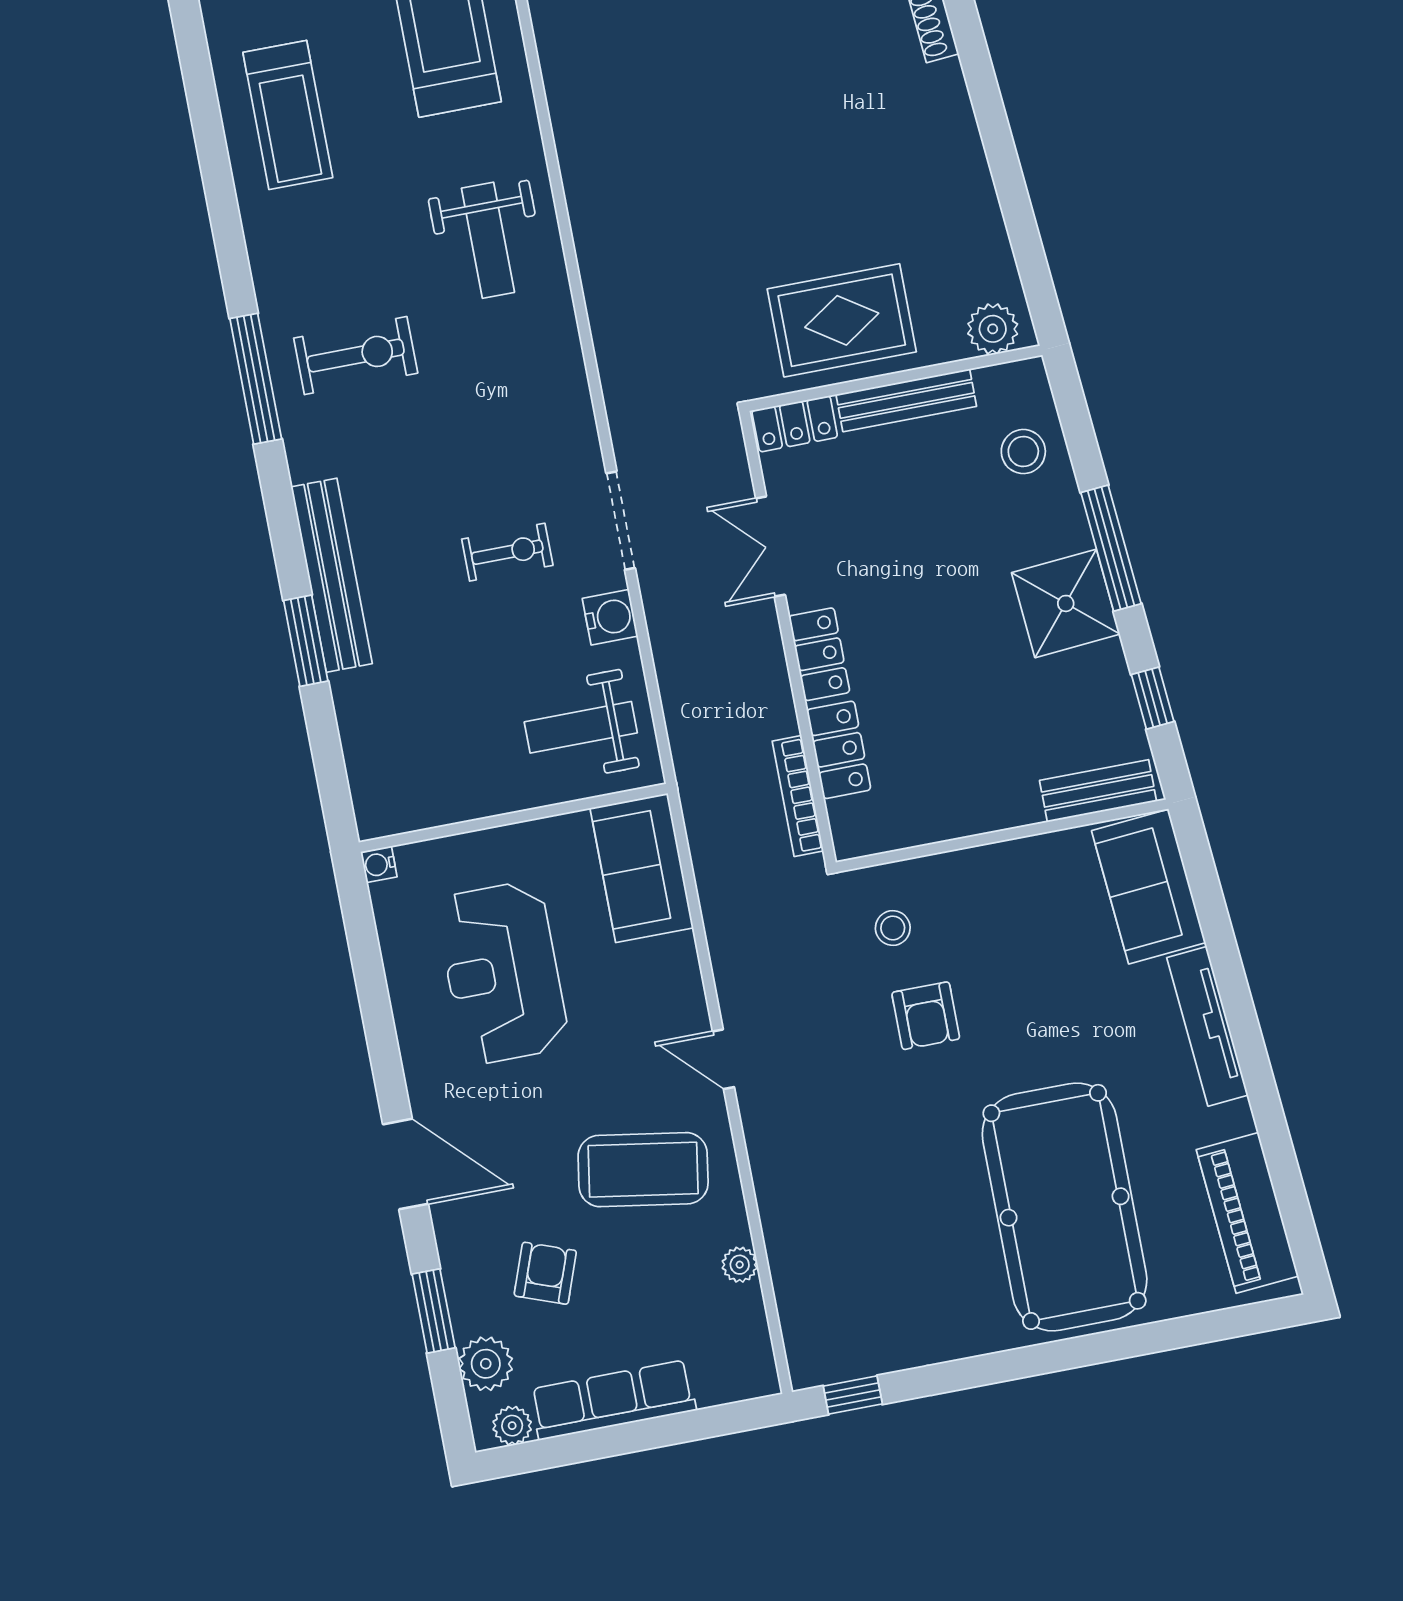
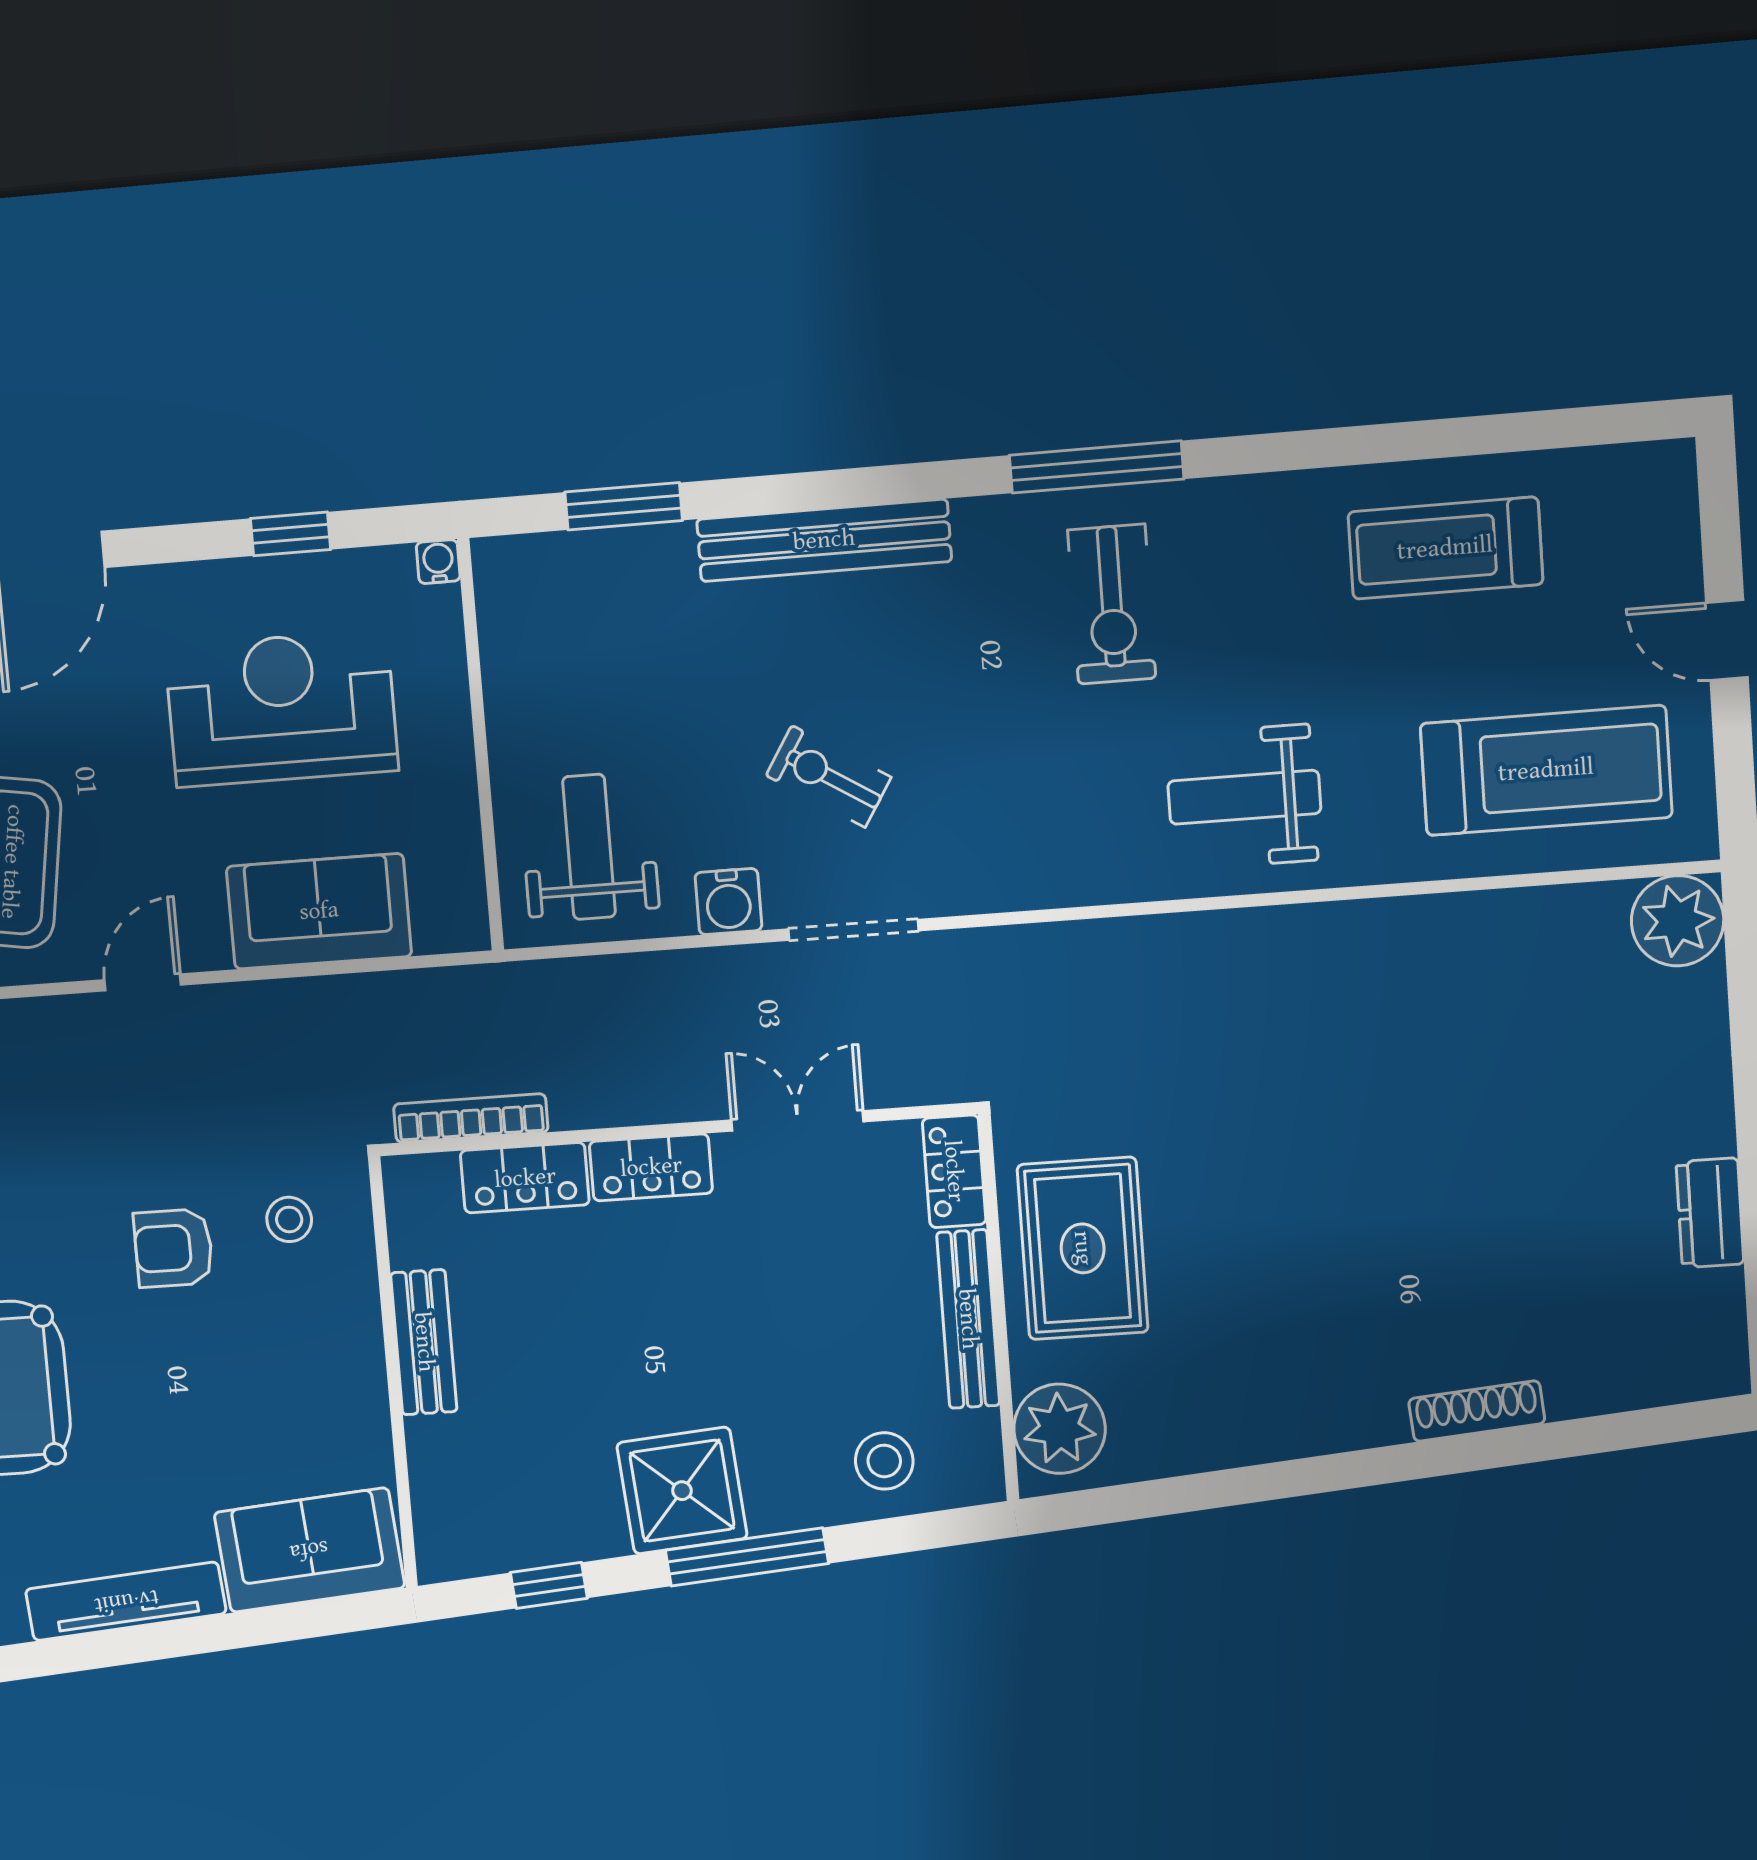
plant: (993, 329) -> (1060, 1429), width x1.36, depth x1.36
exercise bike: (507, 552) -> (829, 776), turned 122
window: (306, 641) -> (624, 506), moved
bench: (1098, 791) -> (424, 1342), moved
sofa: (642, 868) -> (319, 911), moved
window: (370, 979) -> (291, 534), added

